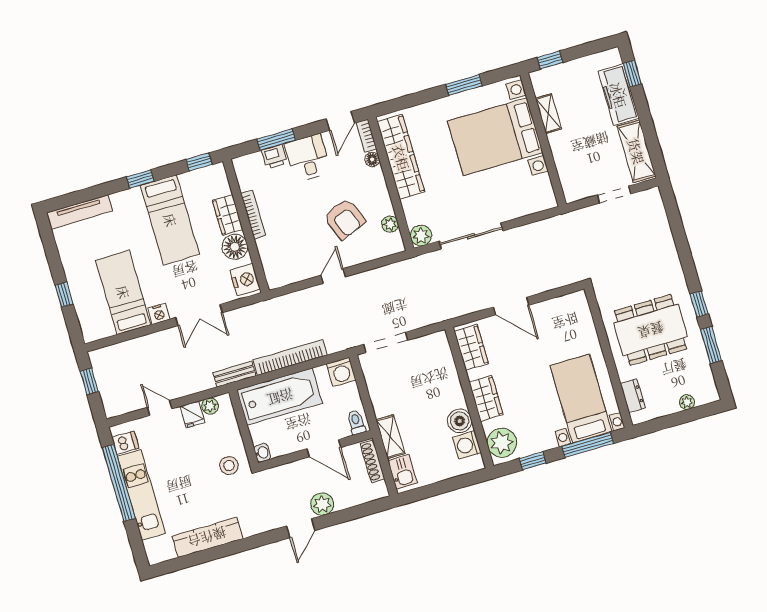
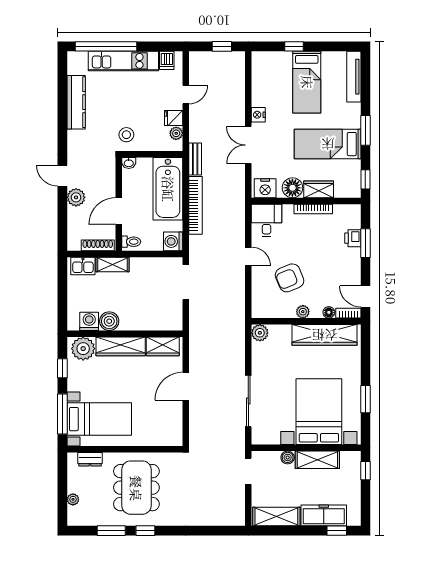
shelving: (548, 114) -> (317, 460), width x1.50, depth x1.33
desk: (308, 158) -> (266, 220), moved, turned -90
boiler: (561, 158) -> (288, 457), added
window: (140, 179) -> (365, 130), width x1.50
doorway: (614, 194) -> (248, 471), moved
plant: (390, 224) -> (303, 312), moved
sliding door: (471, 236) -> (248, 401), moved
bed: (123, 292) -> (307, 82), moved, turned 90
wardrobe: (486, 398) -> (121, 346), width x1.50
window: (119, 483) -> (106, 46), moved

